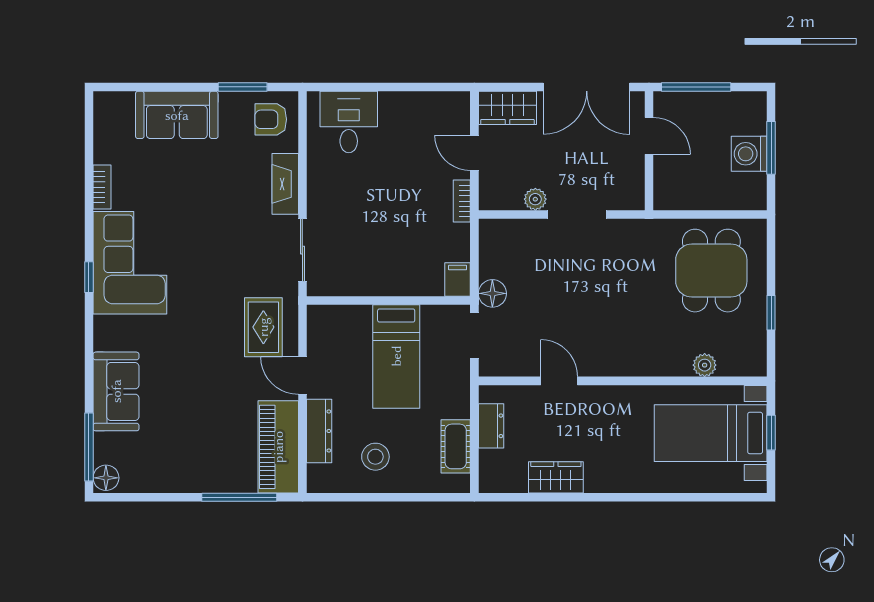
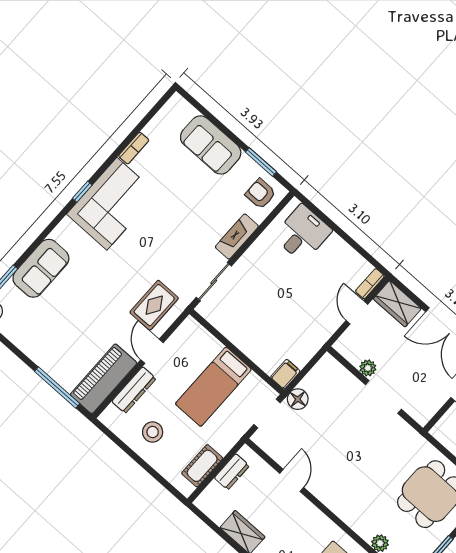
bookcase: (462, 201) -> (370, 284), moved

